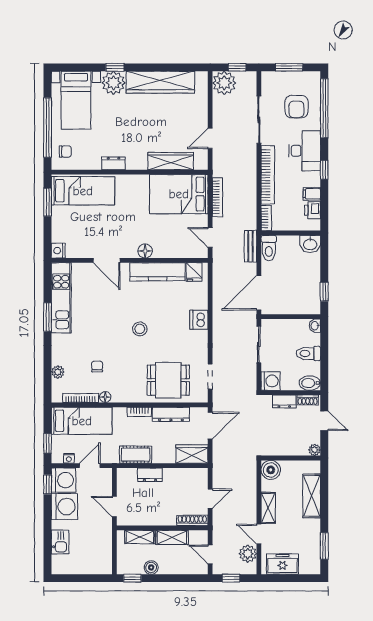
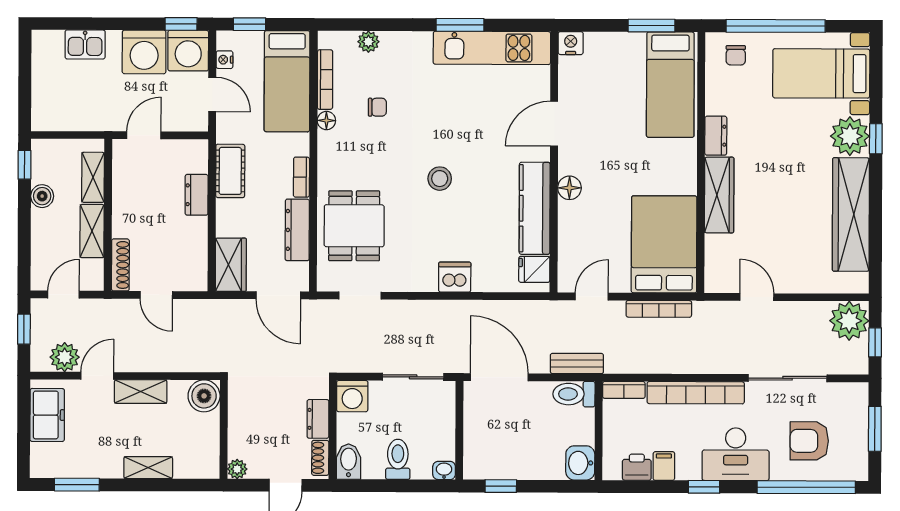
wardrobe: (171, 161) -> (719, 195), moved
shelving: (312, 496) -> (148, 468), width x0.67, depth x0.75

